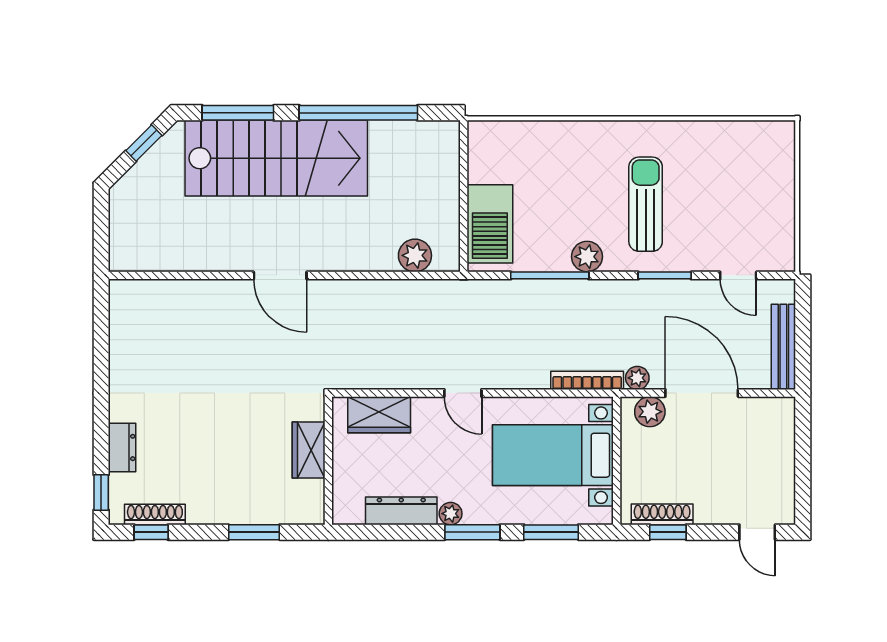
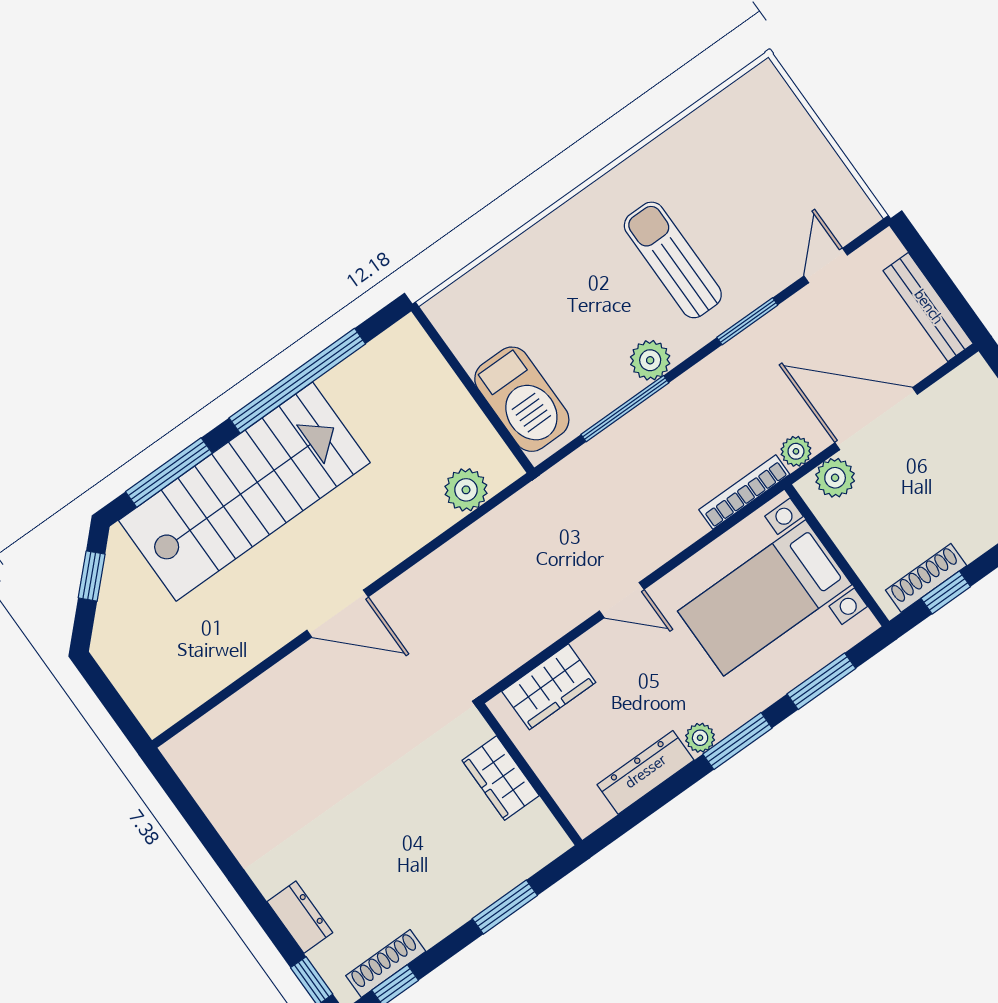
door: (738, 275) -> (826, 265), swing flipped

